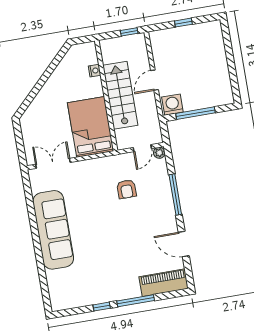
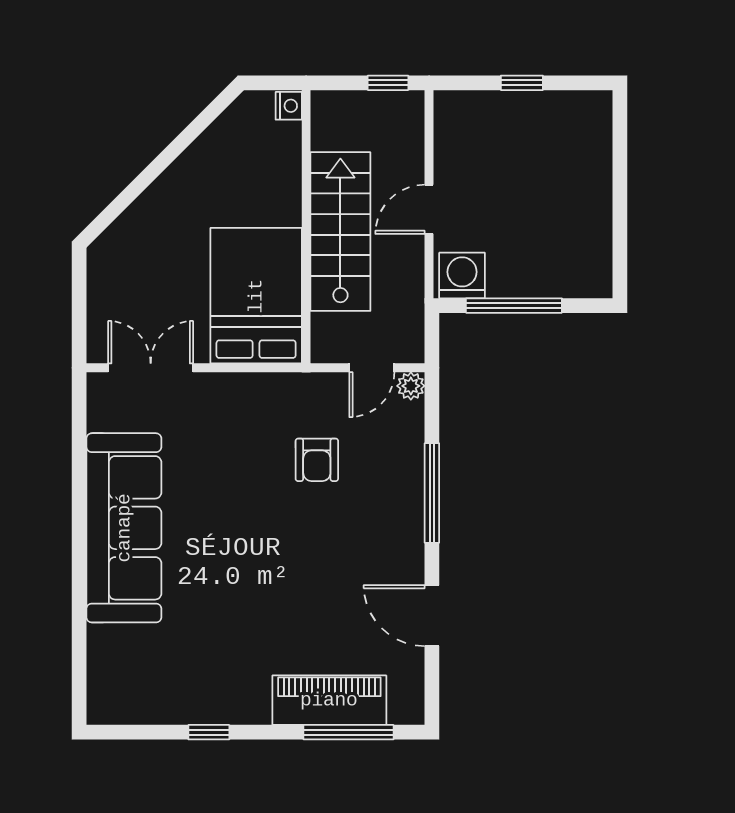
nightstand: (95, 71) -> (289, 106), moved
piano: (164, 283) -> (329, 700), moved
window: (136, 301) -> (348, 732), moved

